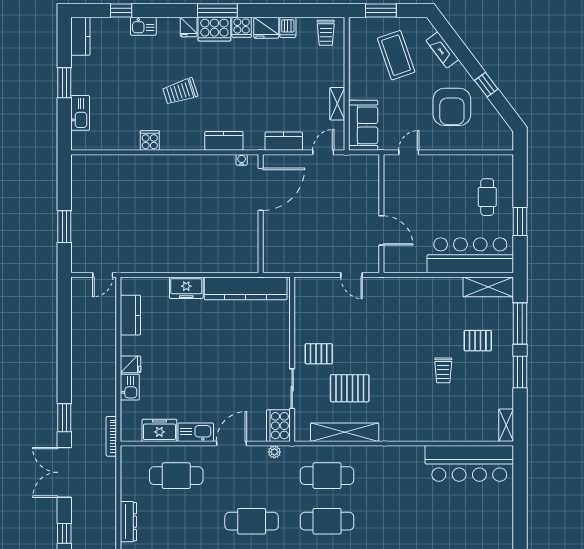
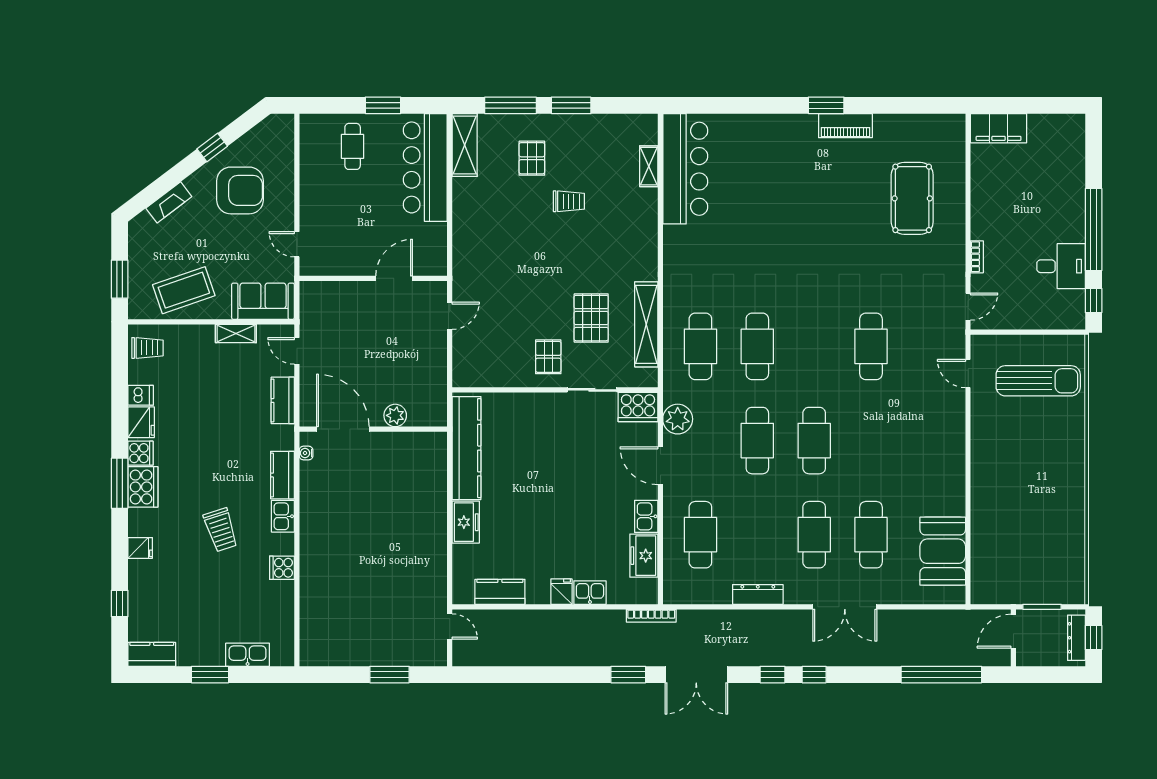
kitchen sink: (143, 26) -> (283, 516), moved, turned 180
fridge: (189, 27) -> (140, 548), moved
coffee table: (396, 55) -> (184, 290), moved
cafe table: (487, 197) -> (353, 146), turned 90
plant: (272, 231) -> (395, 415), added
shelving: (506, 425) -> (649, 166), moved, turned 90
kitchen sink: (196, 432) -> (646, 516), width x0.73
plant: (274, 452) -> (678, 419), width x1.88, depth x1.88

